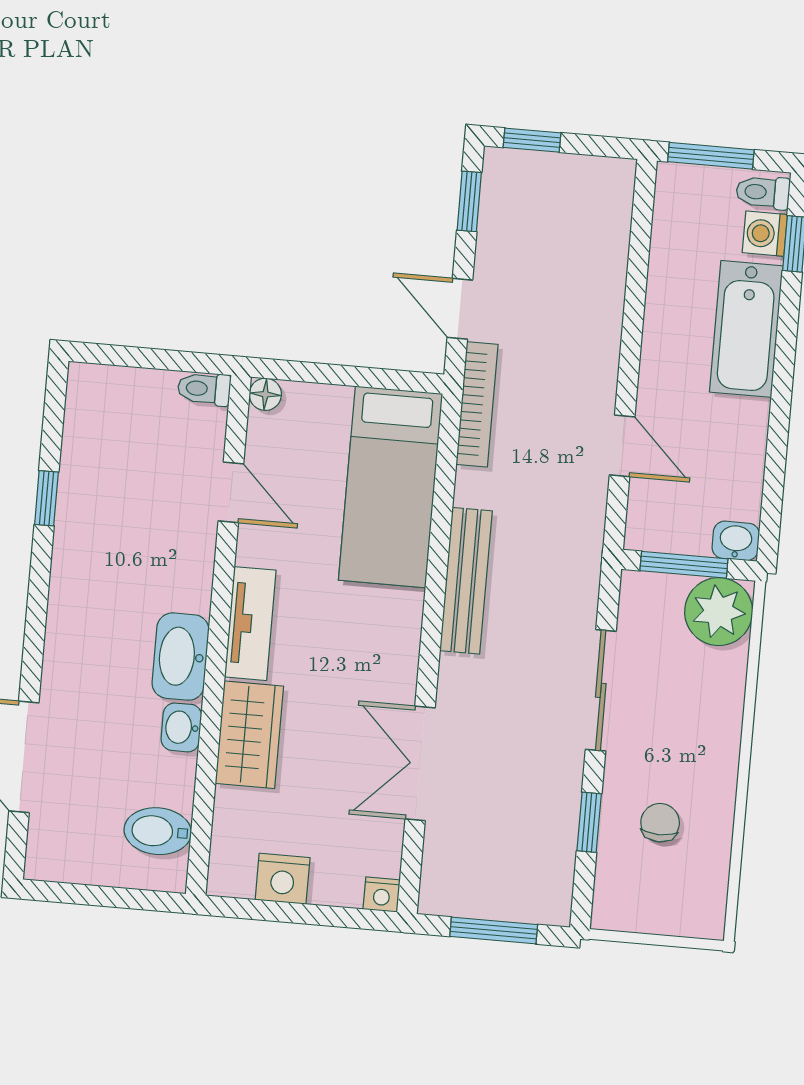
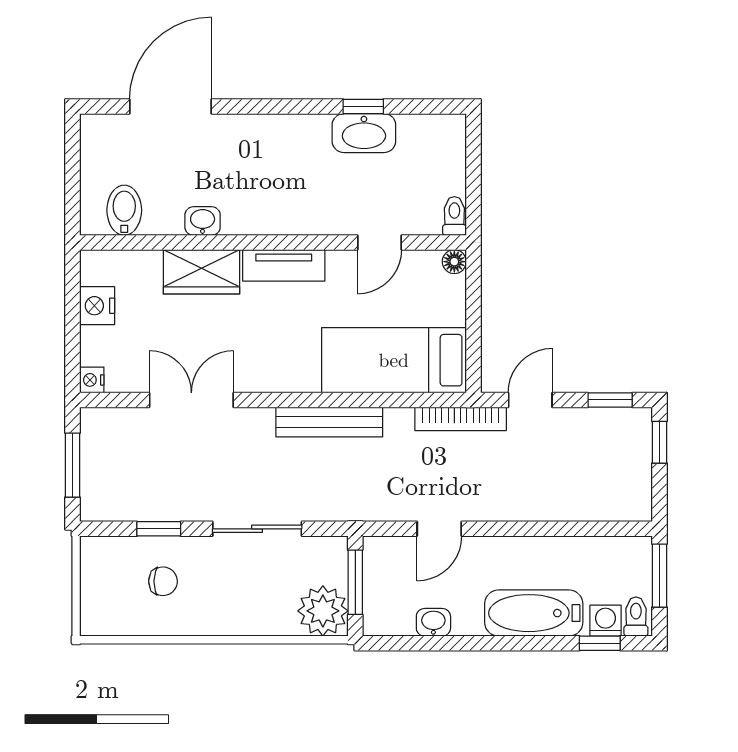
washbasin: (736, 541) -> (433, 622), moved, turned -90
washbasin: (181, 657) -> (364, 133), moved, turned 180

